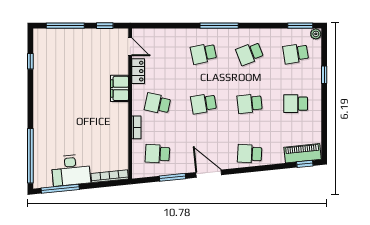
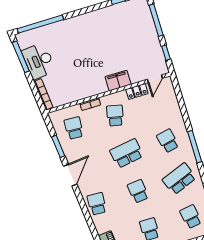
school desk: (250, 54) -> (179, 179), width x1.85
school desk: (204, 104) -> (127, 153), width x1.85

